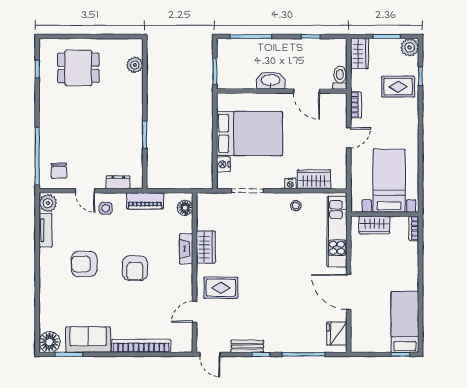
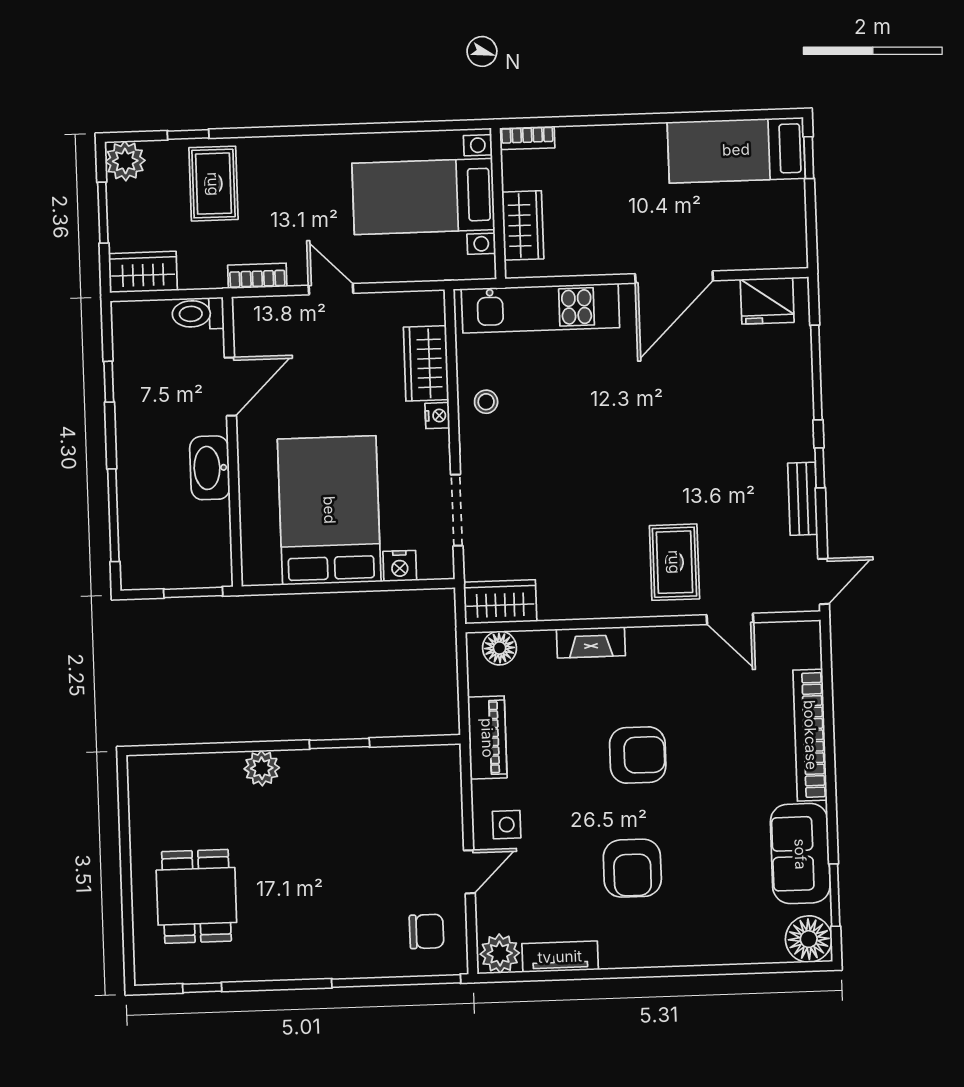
plant: (135, 65) -> (262, 768), moved
dresser: (118, 182) -> (448, 799), removed
wardrobe: (206, 247) -> (500, 602), moved

